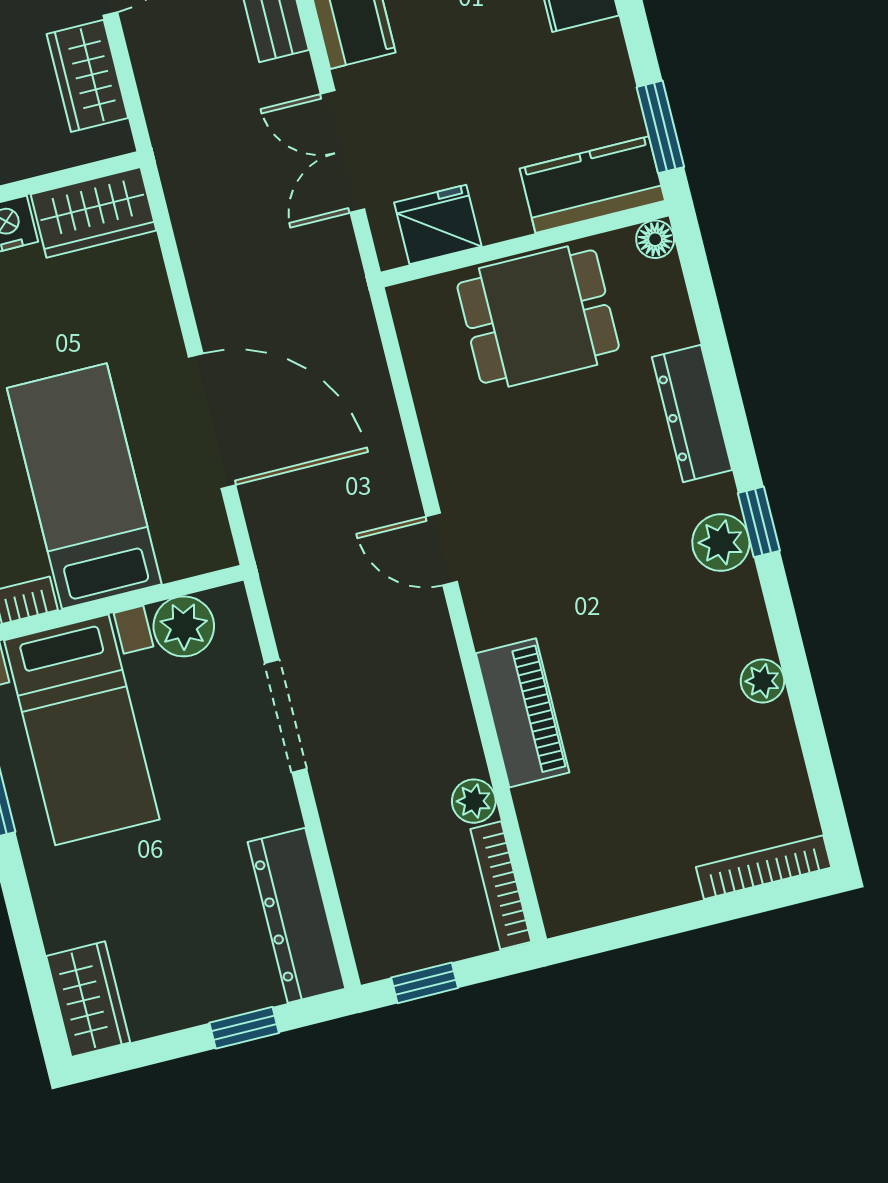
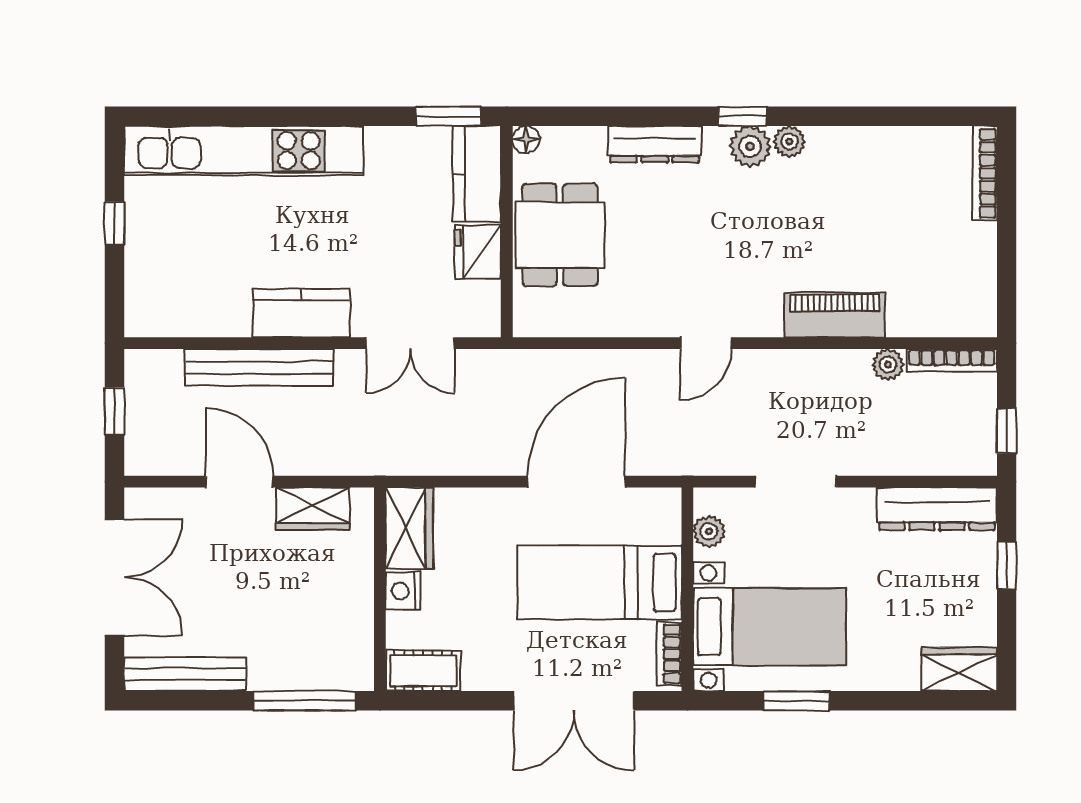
fridge: (438, 225) -> (478, 252), moved
plant: (184, 626) -> (709, 531), width x0.73, depth x0.73
plant: (762, 681) -> (789, 142), moved

